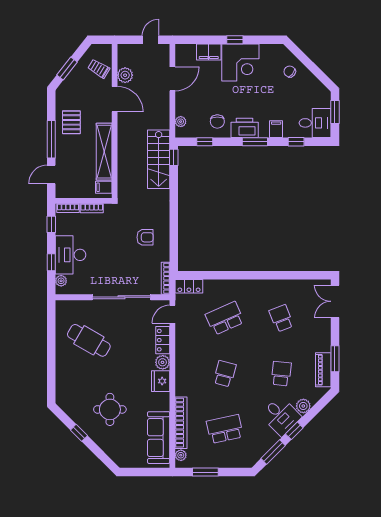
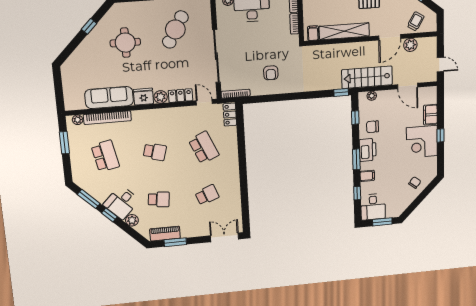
stairs: (159, 159) -> (367, 77), moved
round table: (110, 409) -> (125, 43), moved
sofa: (159, 438) -> (109, 98), moved

